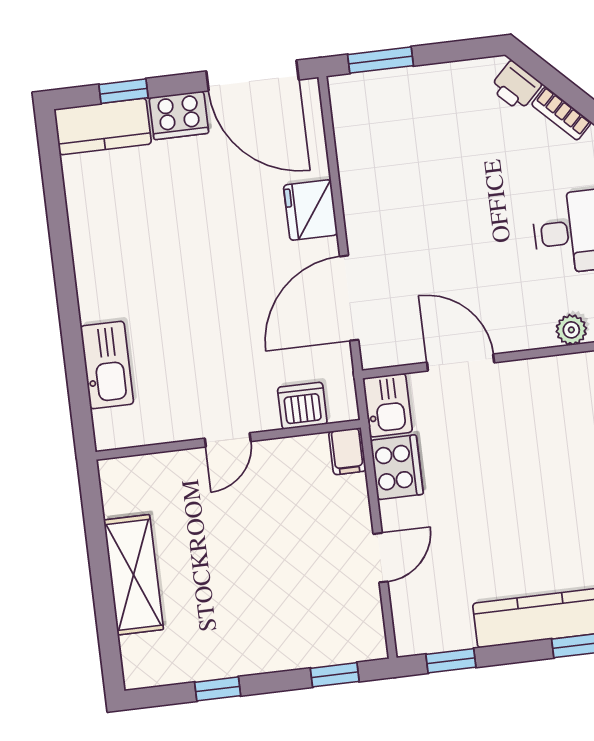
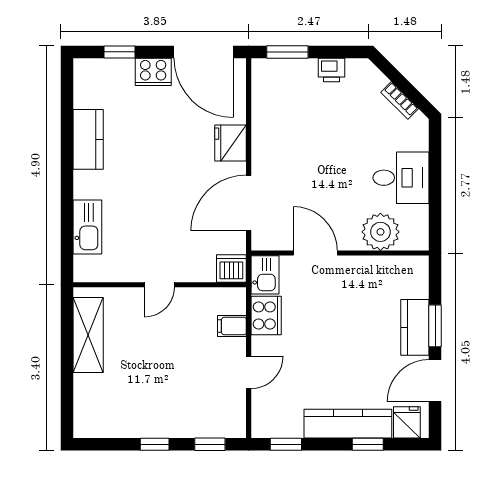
printer: (516, 86) -> (332, 70), moved, turned -45
kitchen counter: (103, 127) -> (88, 139), moved, turned -90
plant: (571, 330) -> (380, 232), width x1.88, depth x1.88
dishwasher: (302, 406) -> (231, 268), moved
filing cabinet: (347, 451) -> (232, 326), moved, turned 90
shelving: (134, 575) -> (88, 335), moved
window: (218, 689) -> (155, 444), moved

